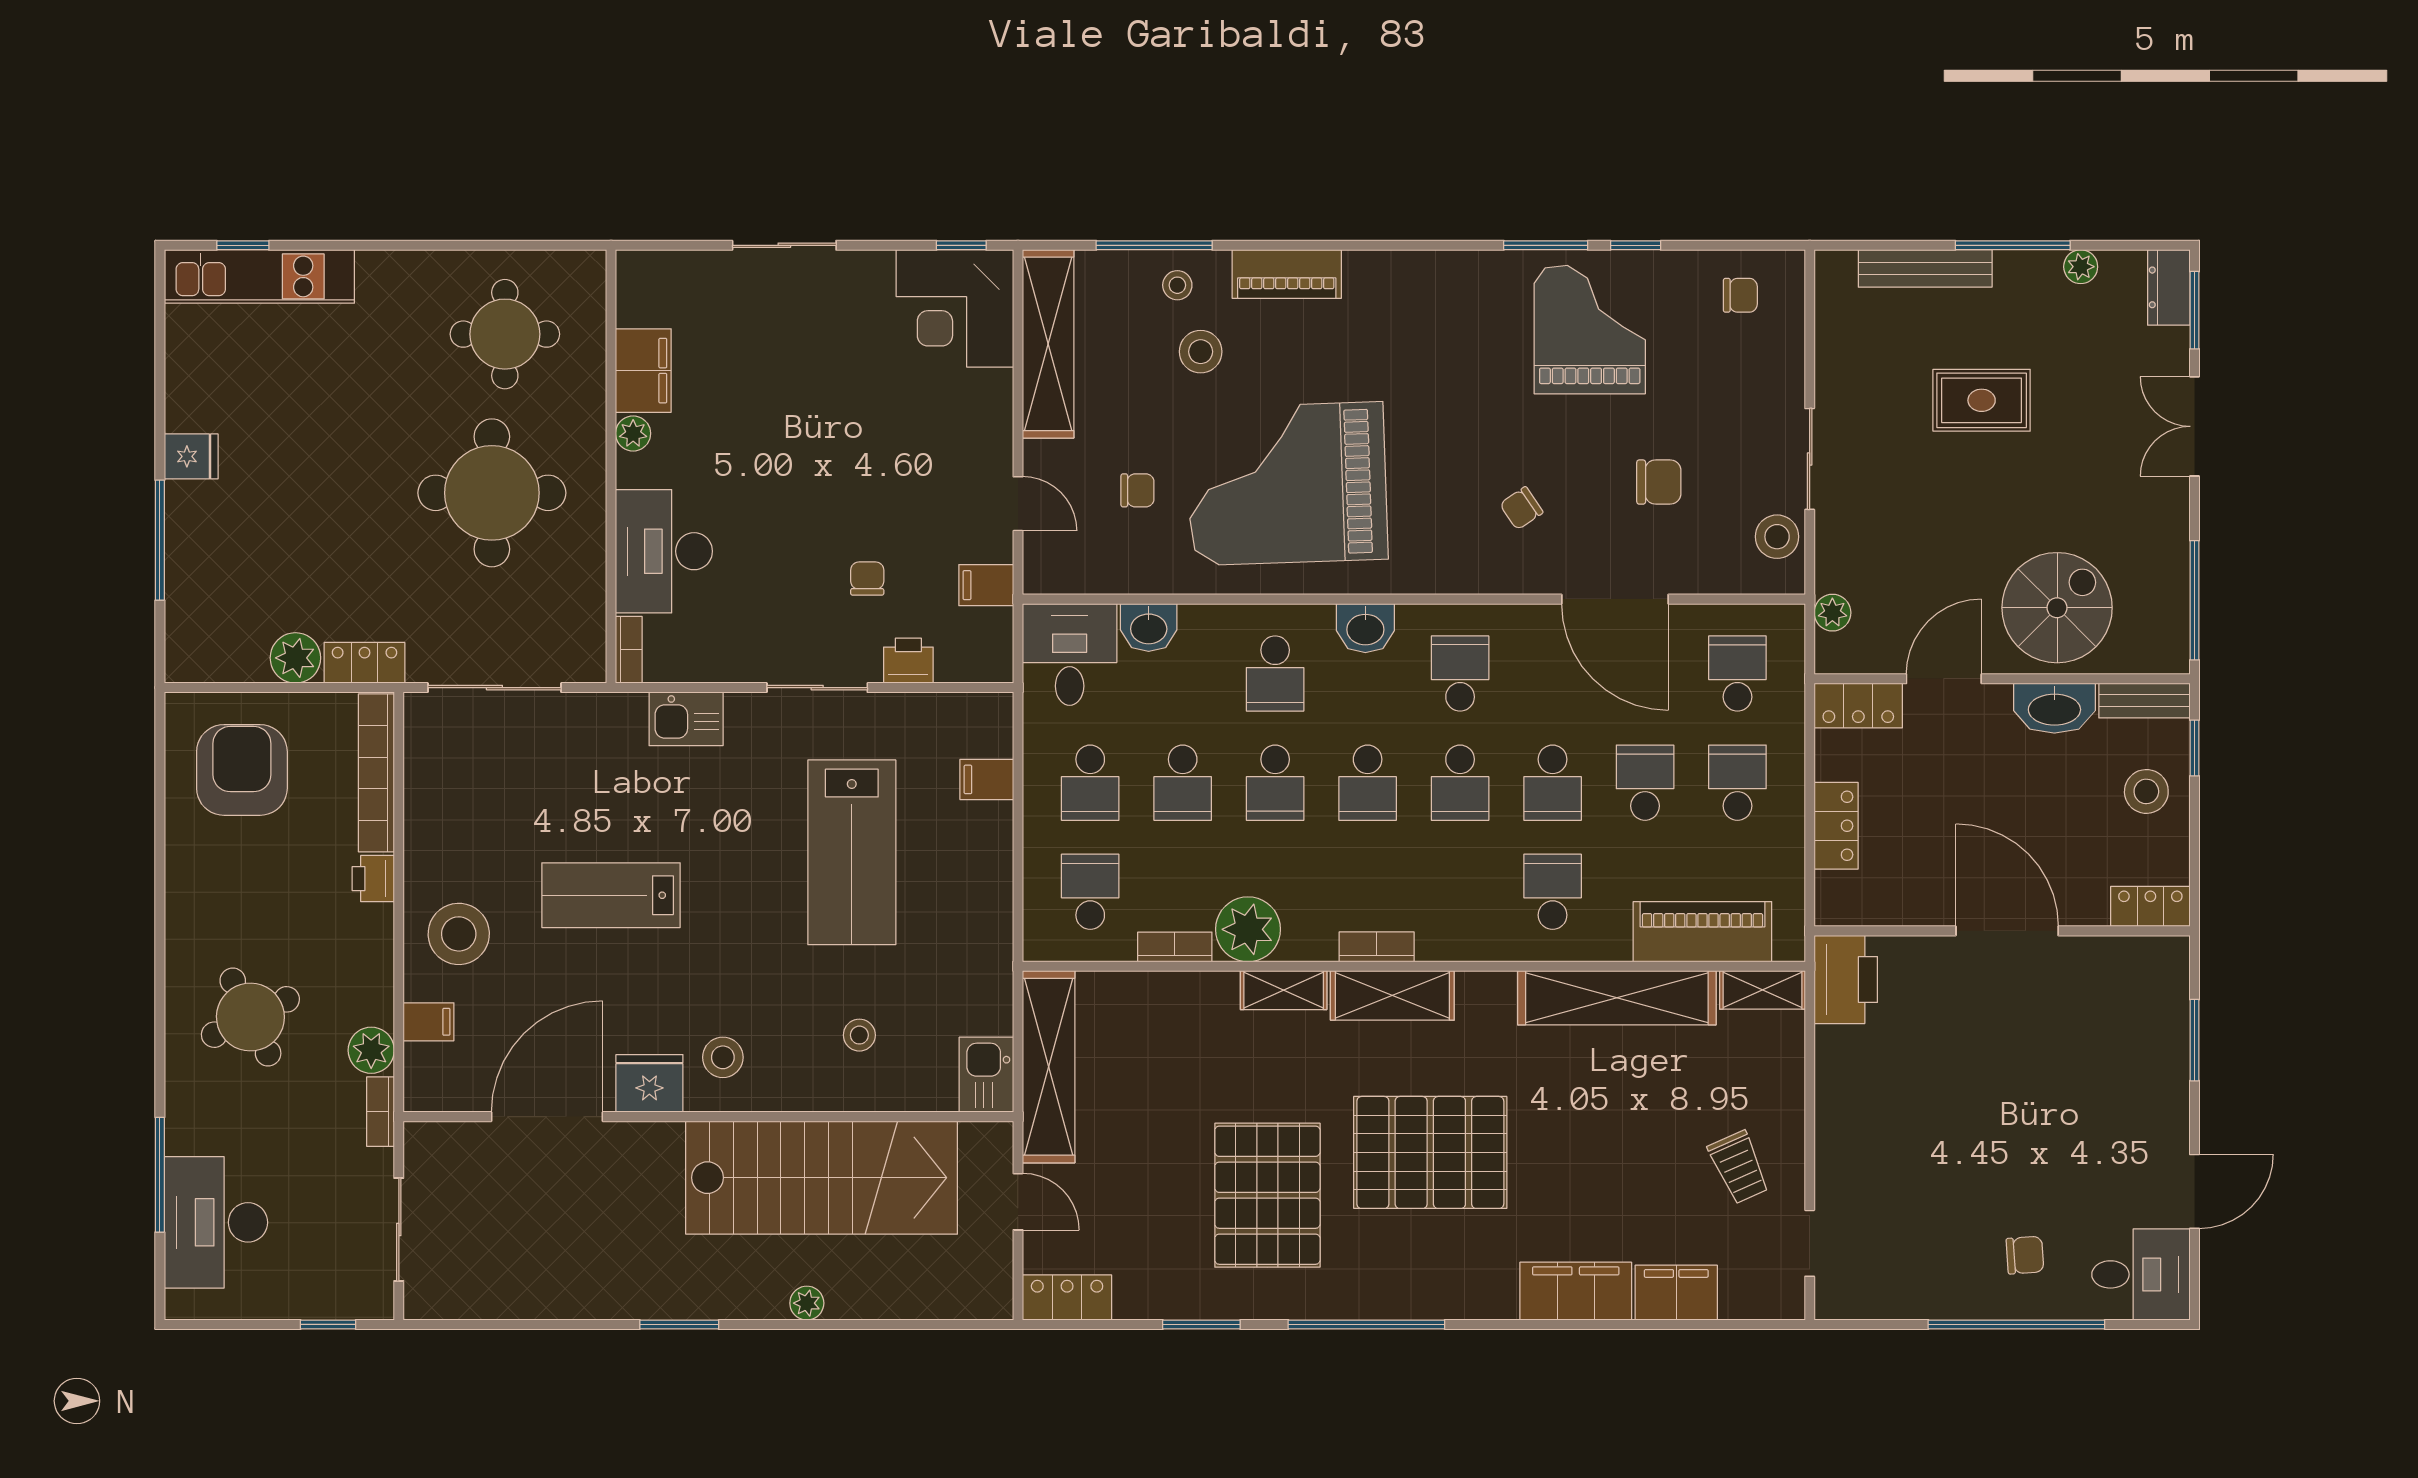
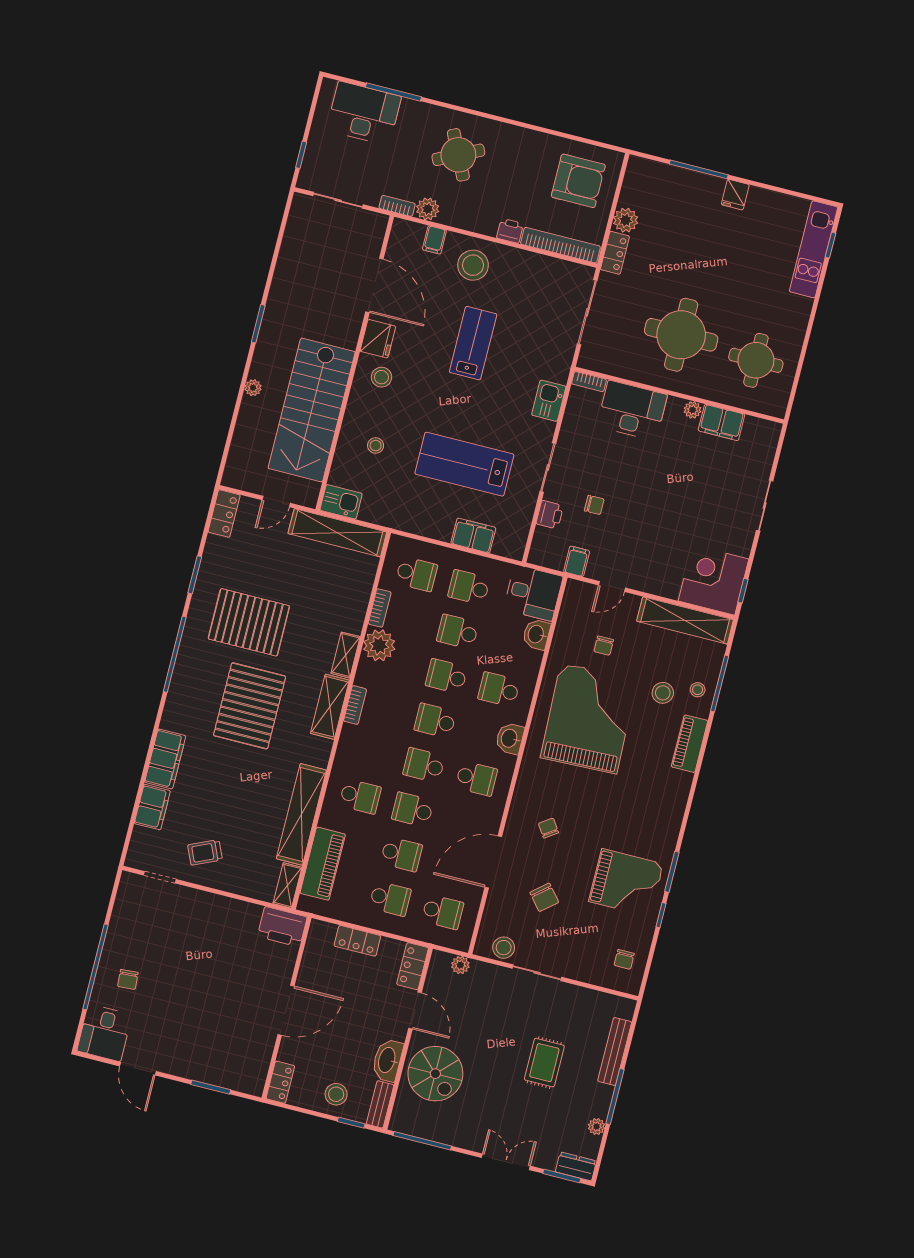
chair: (1659, 482) -> (544, 897), turned -40
filing cabinet: (987, 779) -> (473, 535), width x2.00

